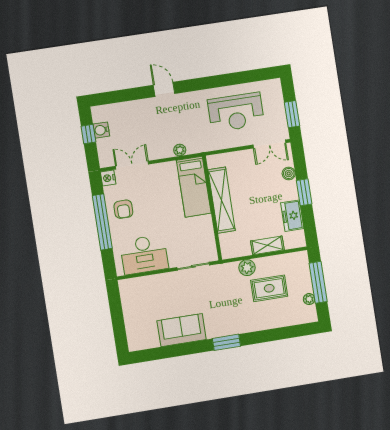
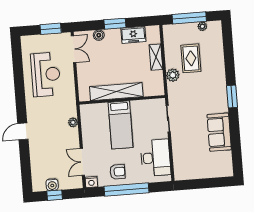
bed: (194, 187) -> (121, 125), moved, turned 90

